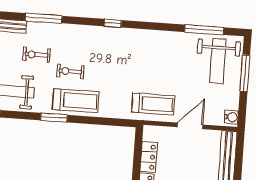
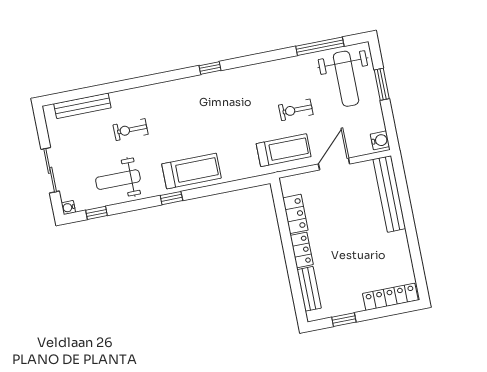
window: (44, 18) -> (127, 84), removed
exercise bike: (70, 71) -> (296, 110), moved
window: (245, 73) -> (382, 84), width x0.69
window: (54, 118) -> (171, 198), width x0.67

